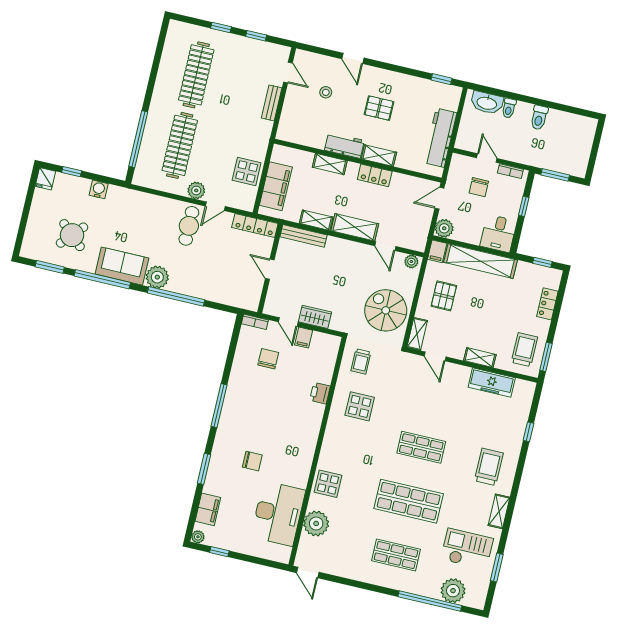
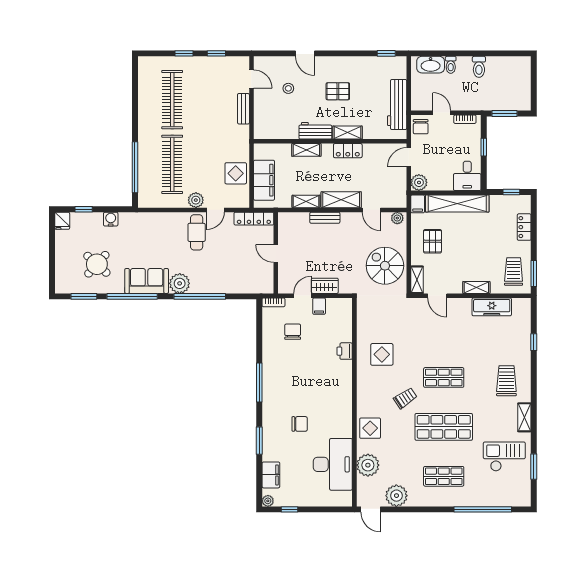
chair: (479, 187) -> (421, 127), moved
bench: (303, 236) -> (325, 218), moved, width x0.73
door: (288, 322) -> (303, 296), swing flipped
trolley: (361, 361) -> (405, 398), moved, turned -124
plant: (453, 591) -> (396, 496), moved

